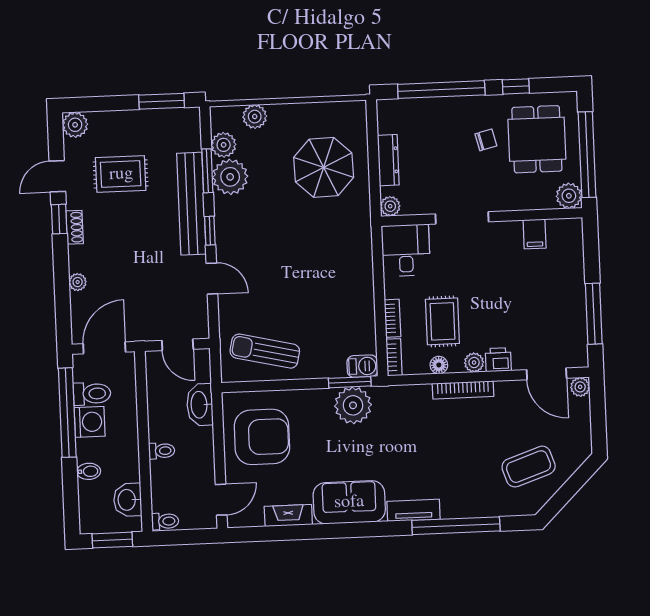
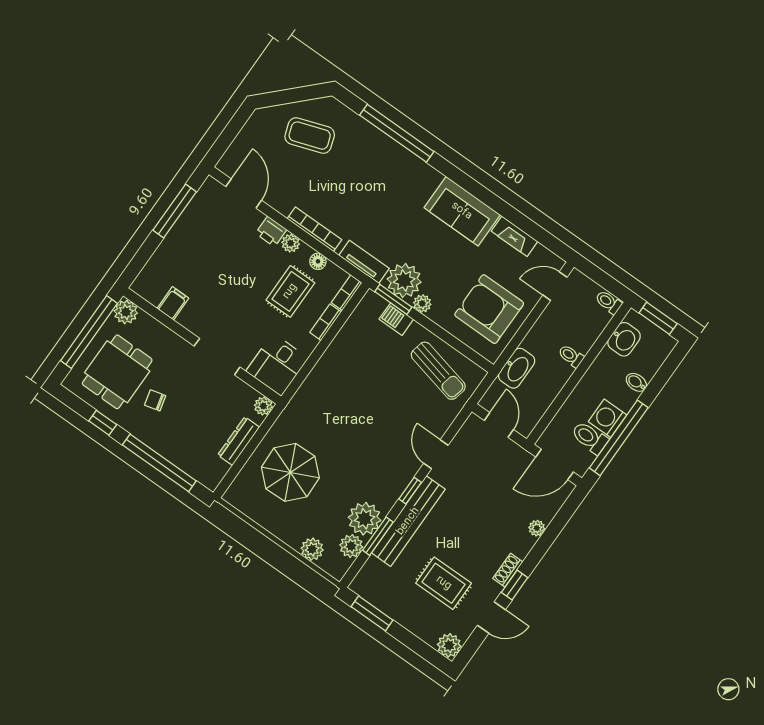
barbecue: (362, 366) -> (396, 319), moved
plant: (580, 387) -> (422, 304), moved
tv unit: (414, 510) -> (364, 262), moved, turned 180

